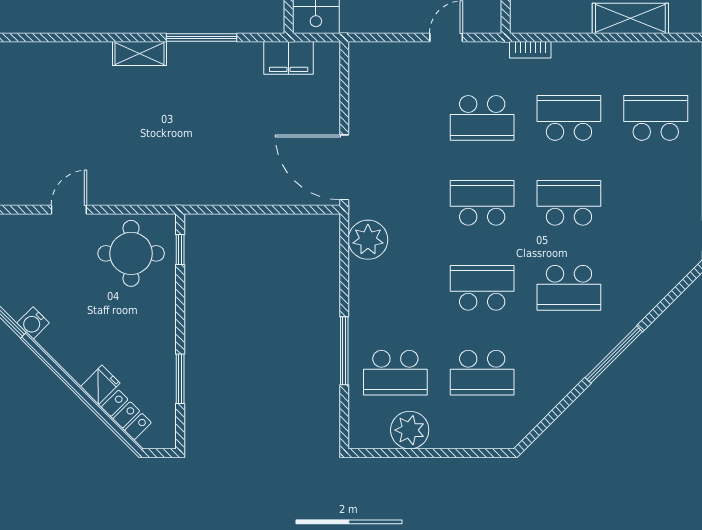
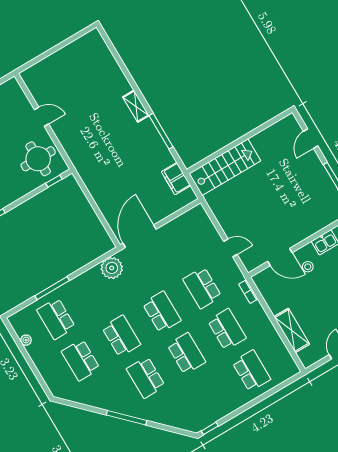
plant: (410, 430) -> (26, 340), width x0.53, depth x0.53

